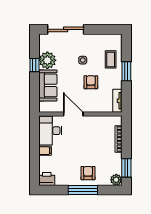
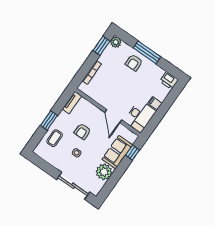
window: (34, 65) -> (133, 153), moved

